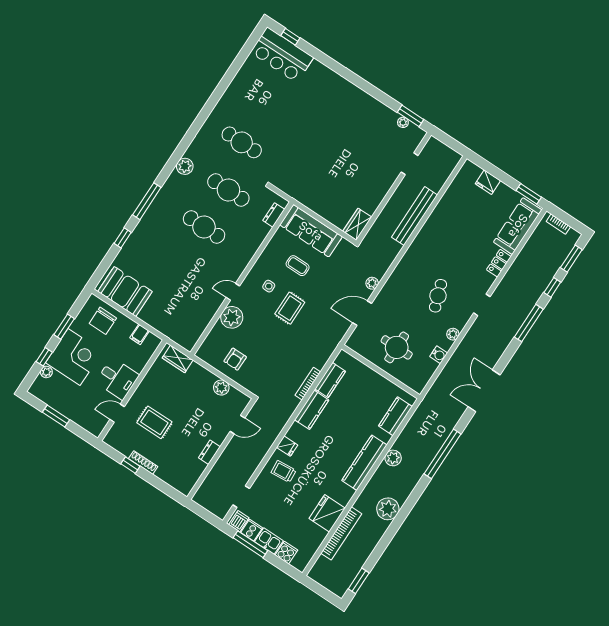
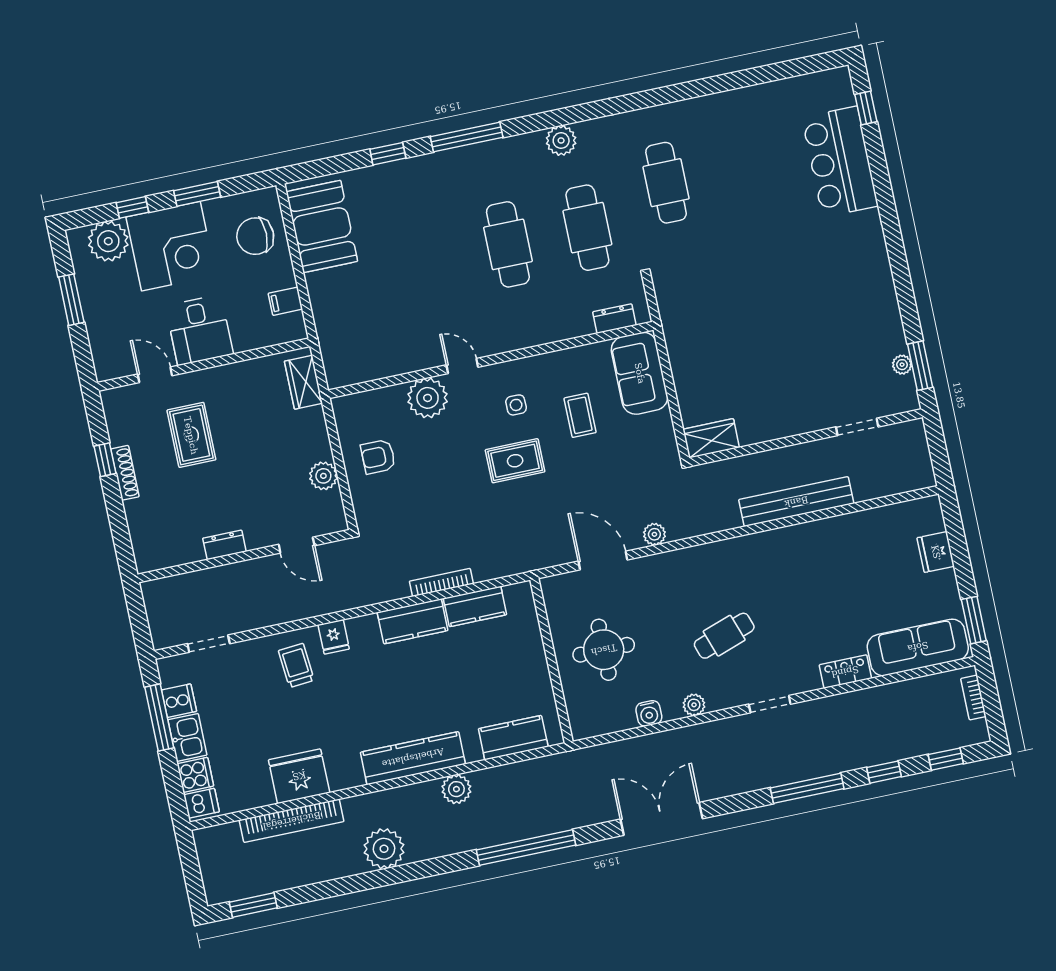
bar counter: (282, 55) -> (840, 162), moved
sofa: (311, 231) -> (640, 373), width x0.73
window: (571, 259) -> (946, 759), width x0.67
plant: (46, 372) -> (108, 241), width x1.88, depth x1.88
dishwasher: (239, 521) -> (201, 803), moved

